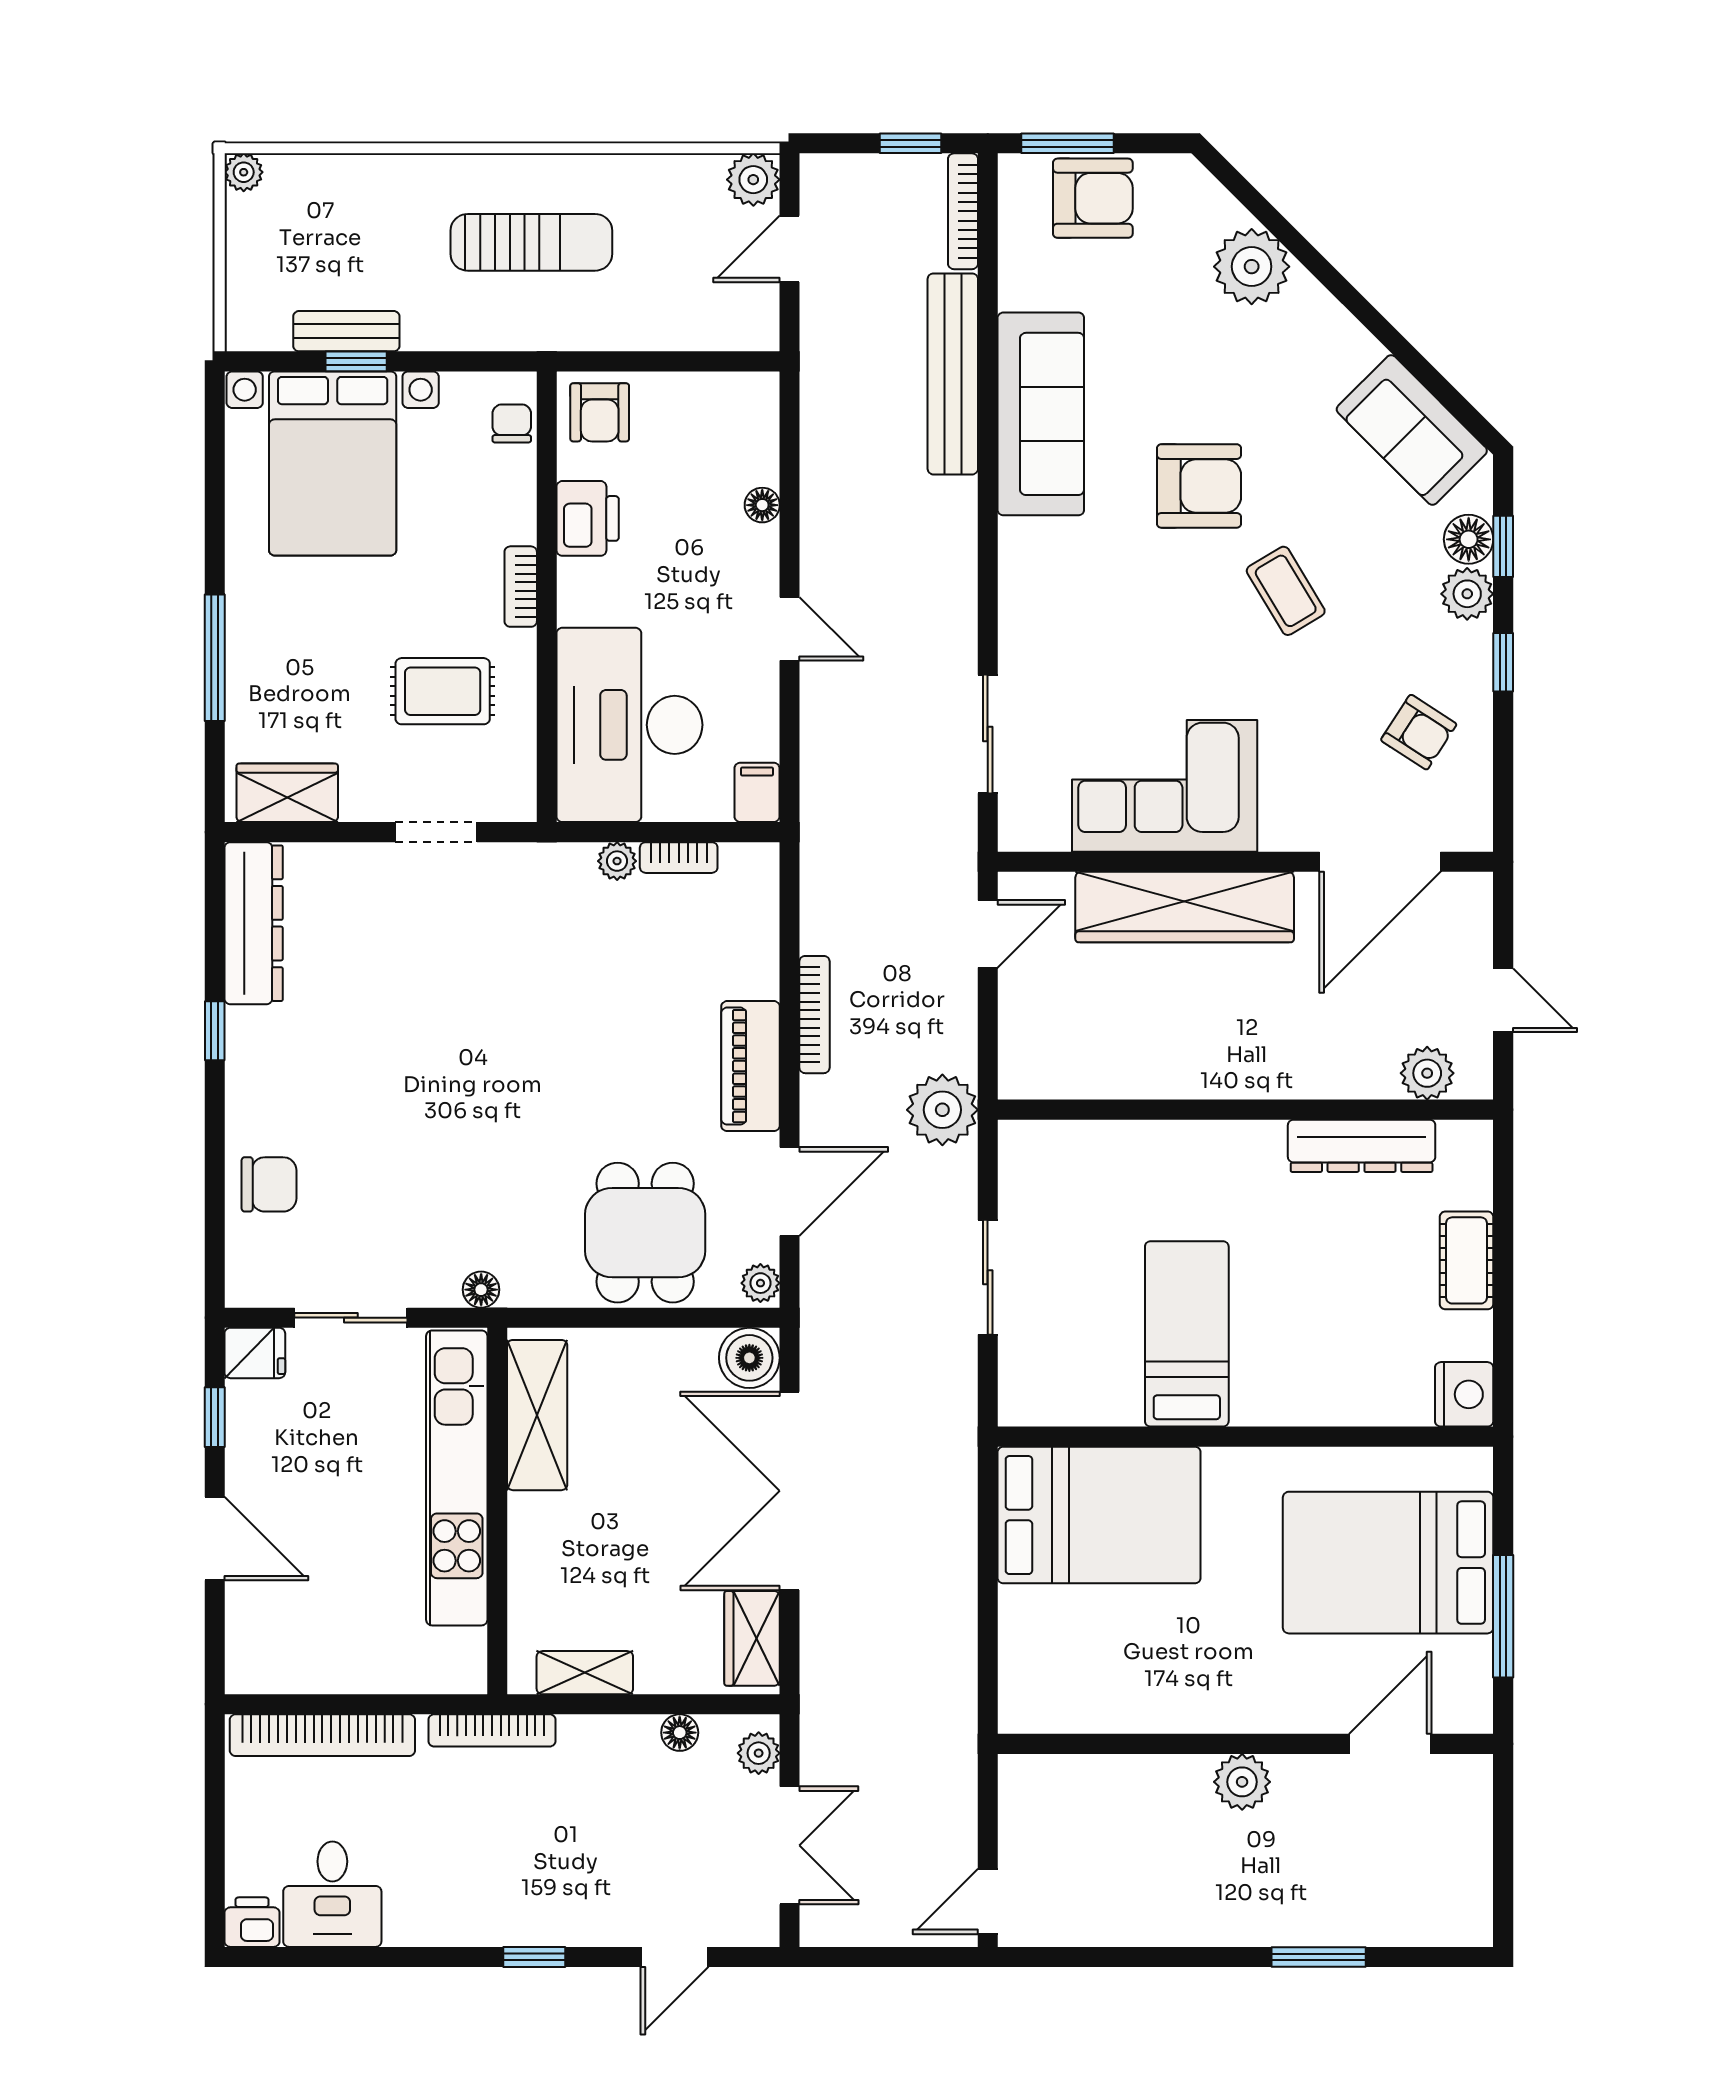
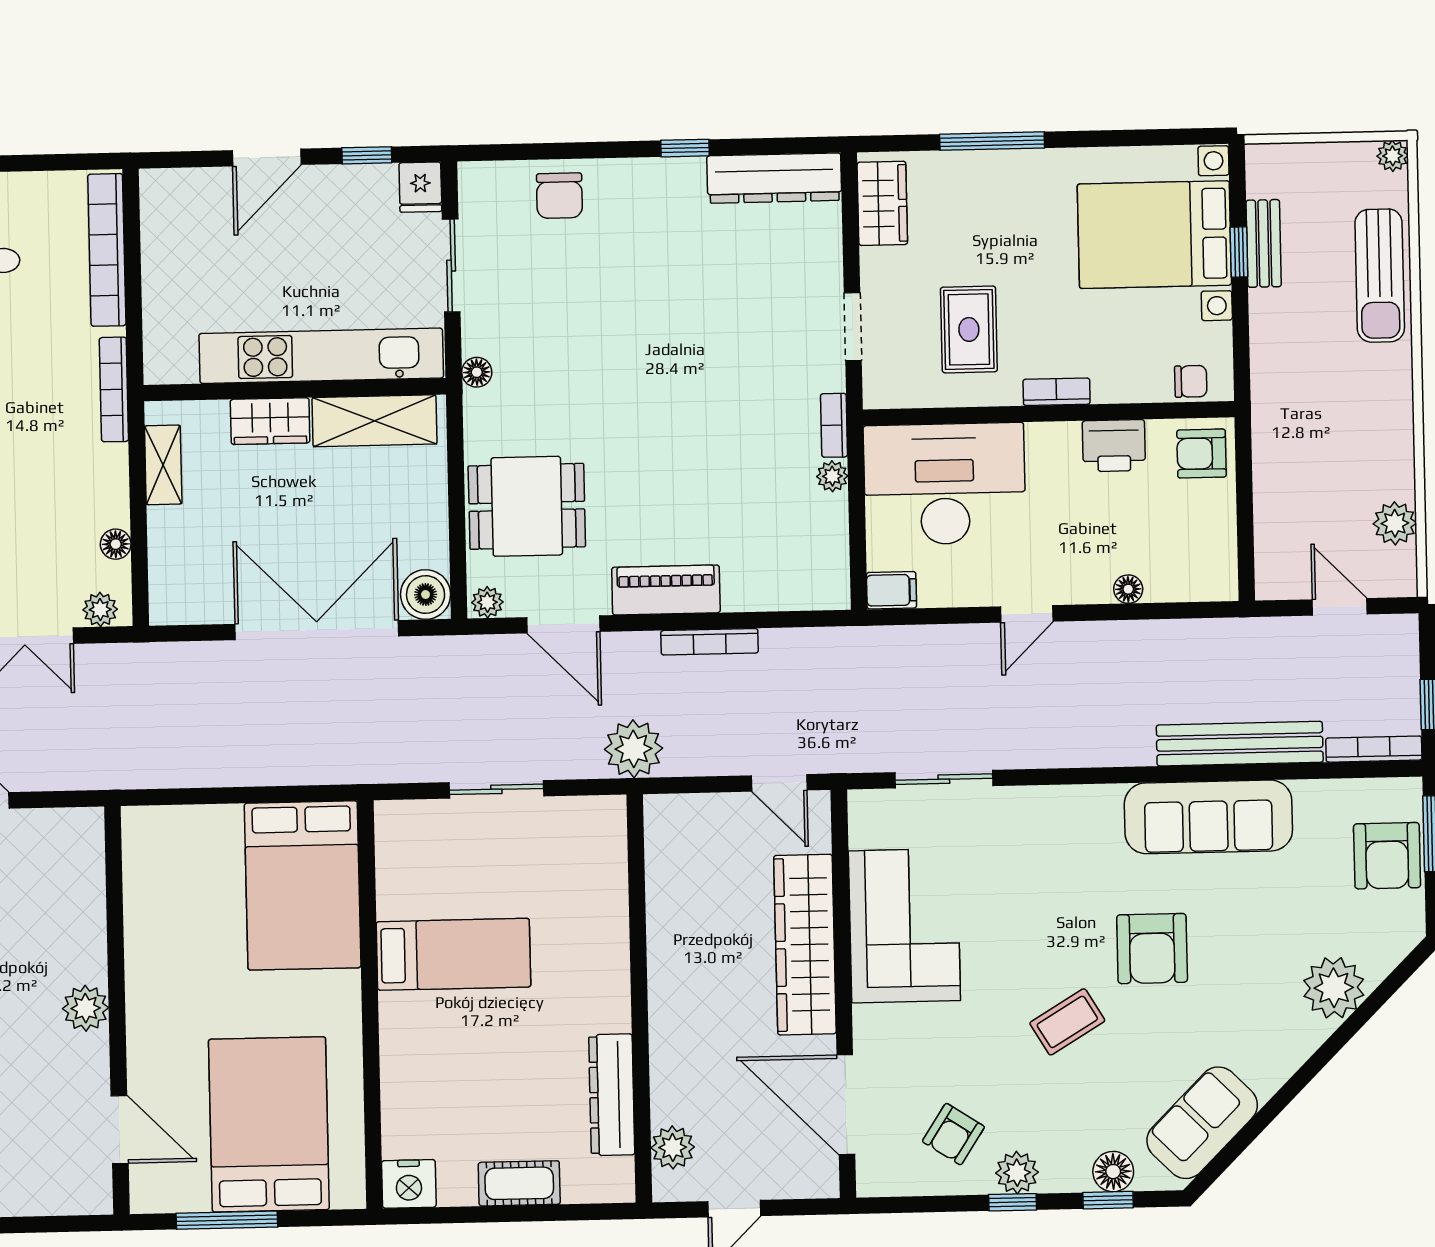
plant: (753, 180) -> (1395, 523), moved
sun lounger: (531, 242) -> (1380, 276), moved
plant: (1467, 594) -> (1017, 1173), moved
bookcase: (679, 858) -> (834, 425), moved
wardrobe: (752, 1638) -> (270, 421), moved, turned 180

